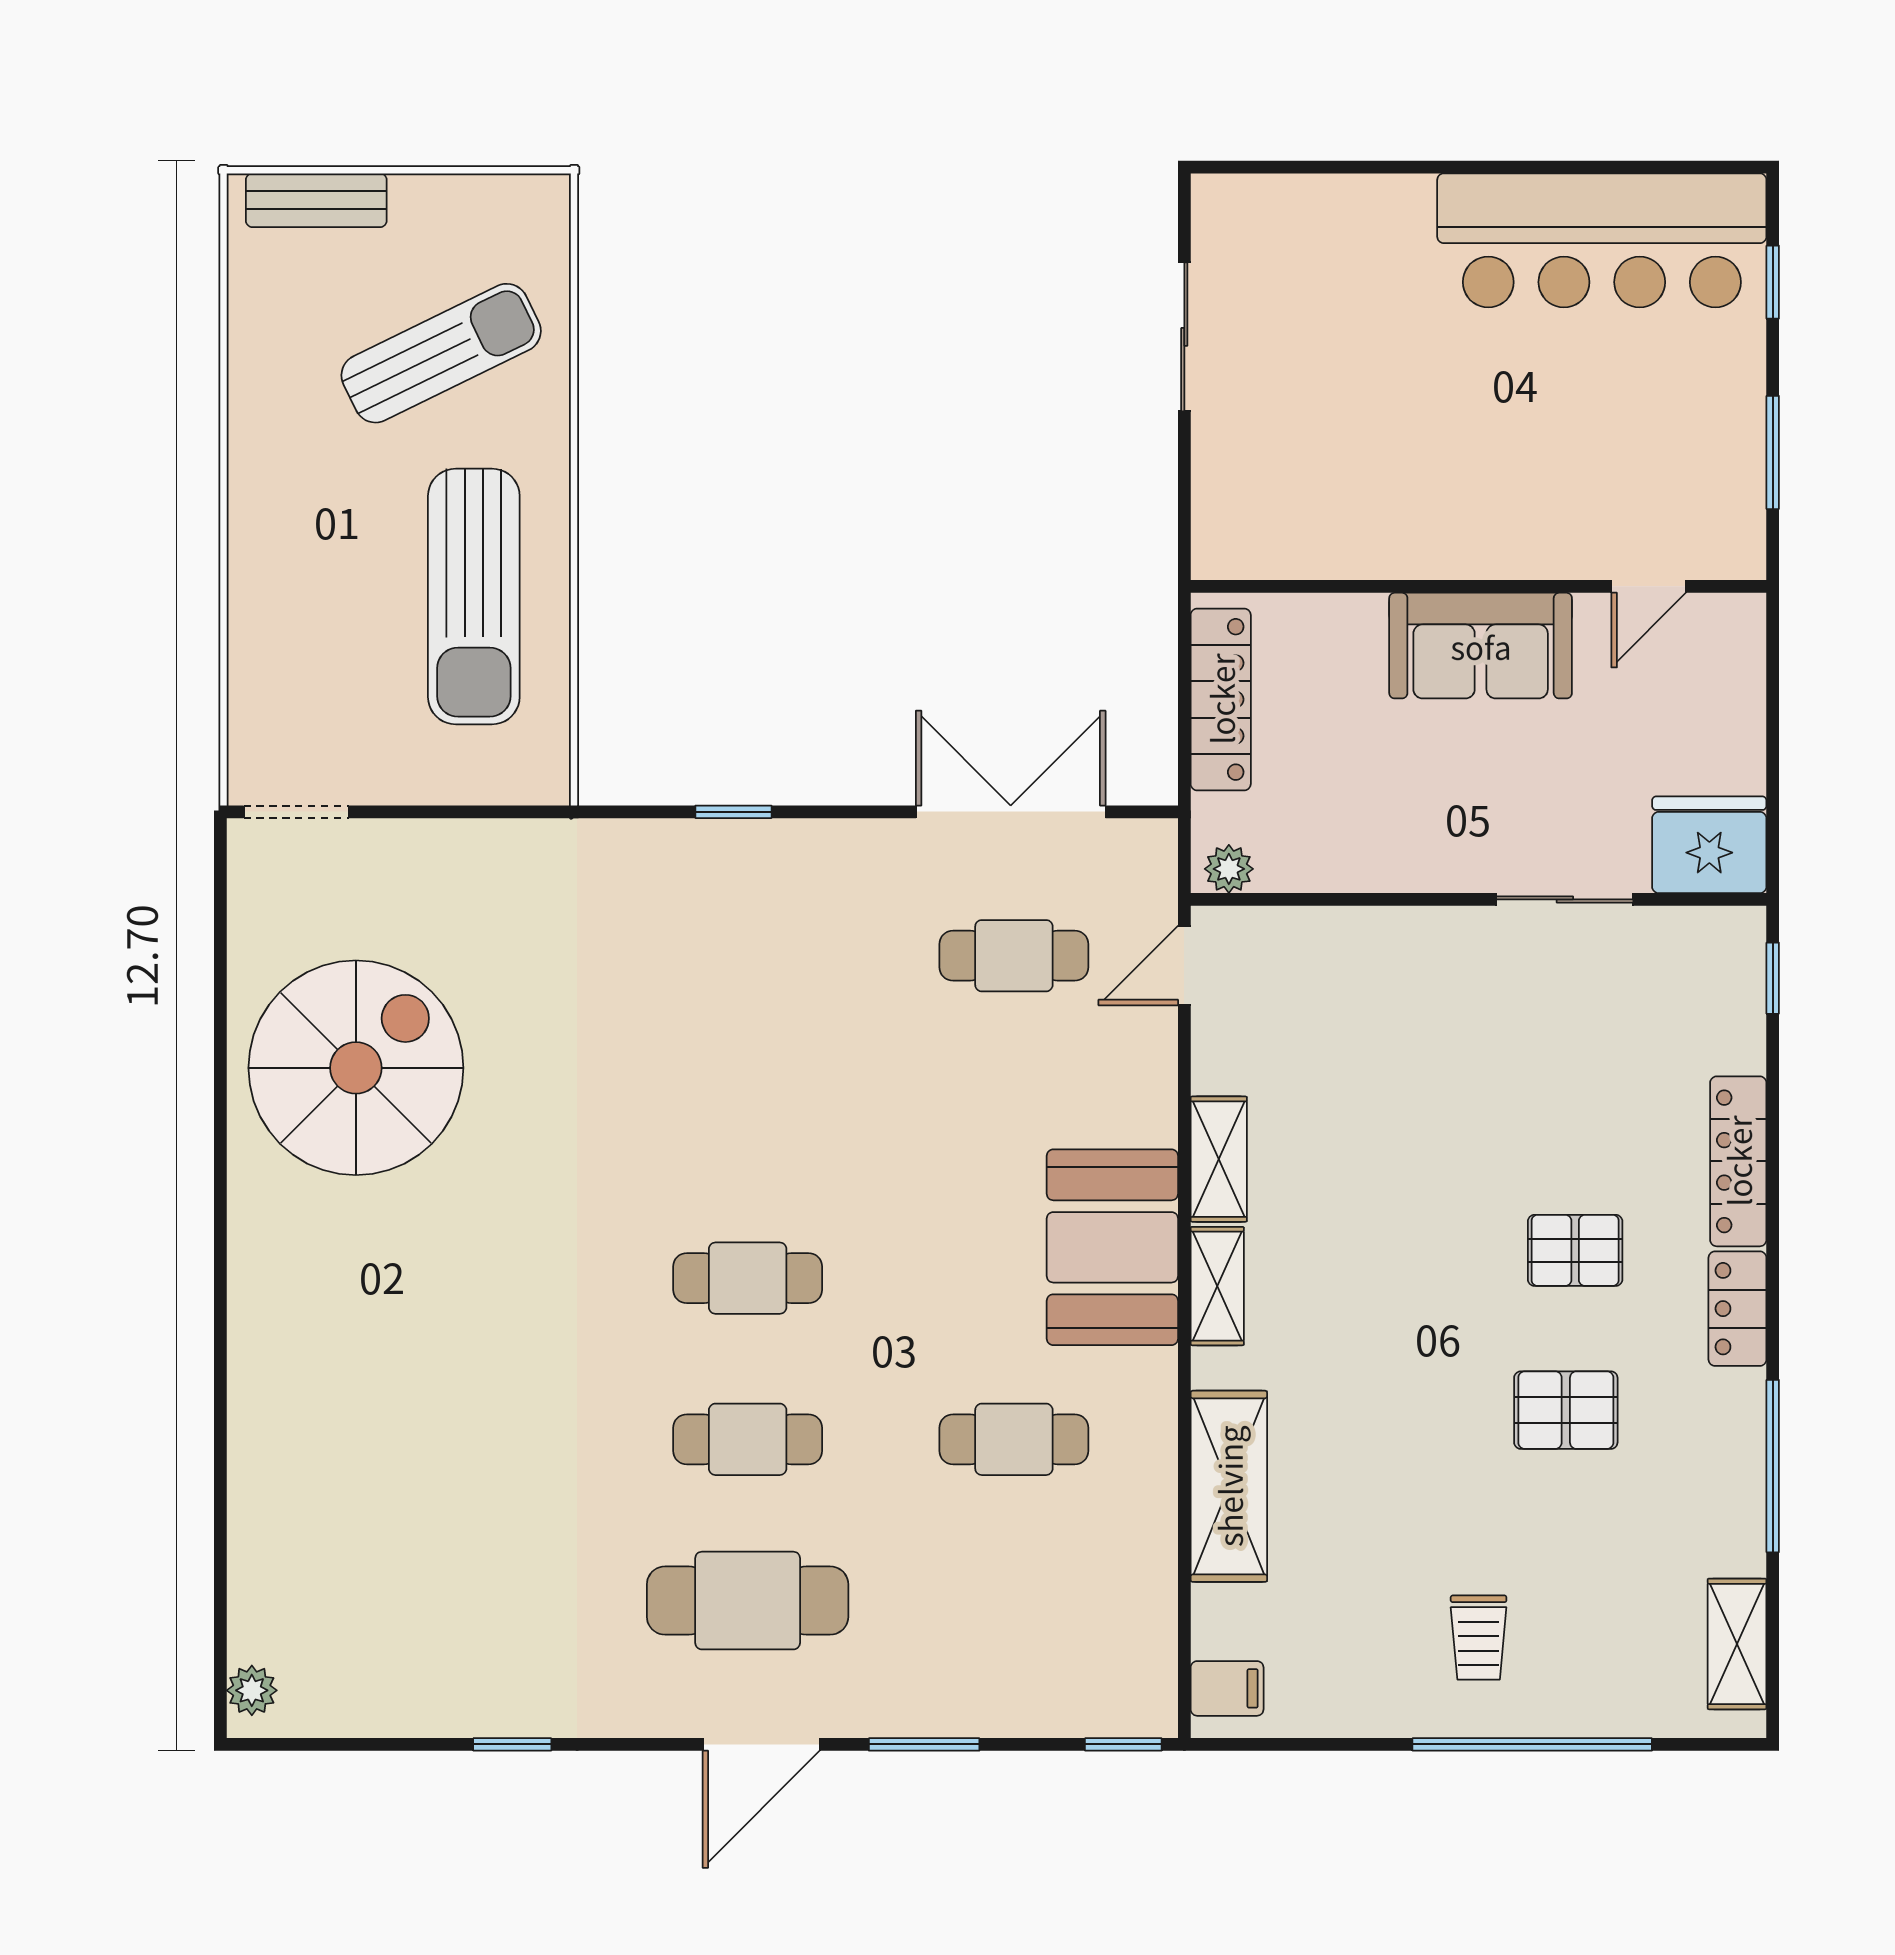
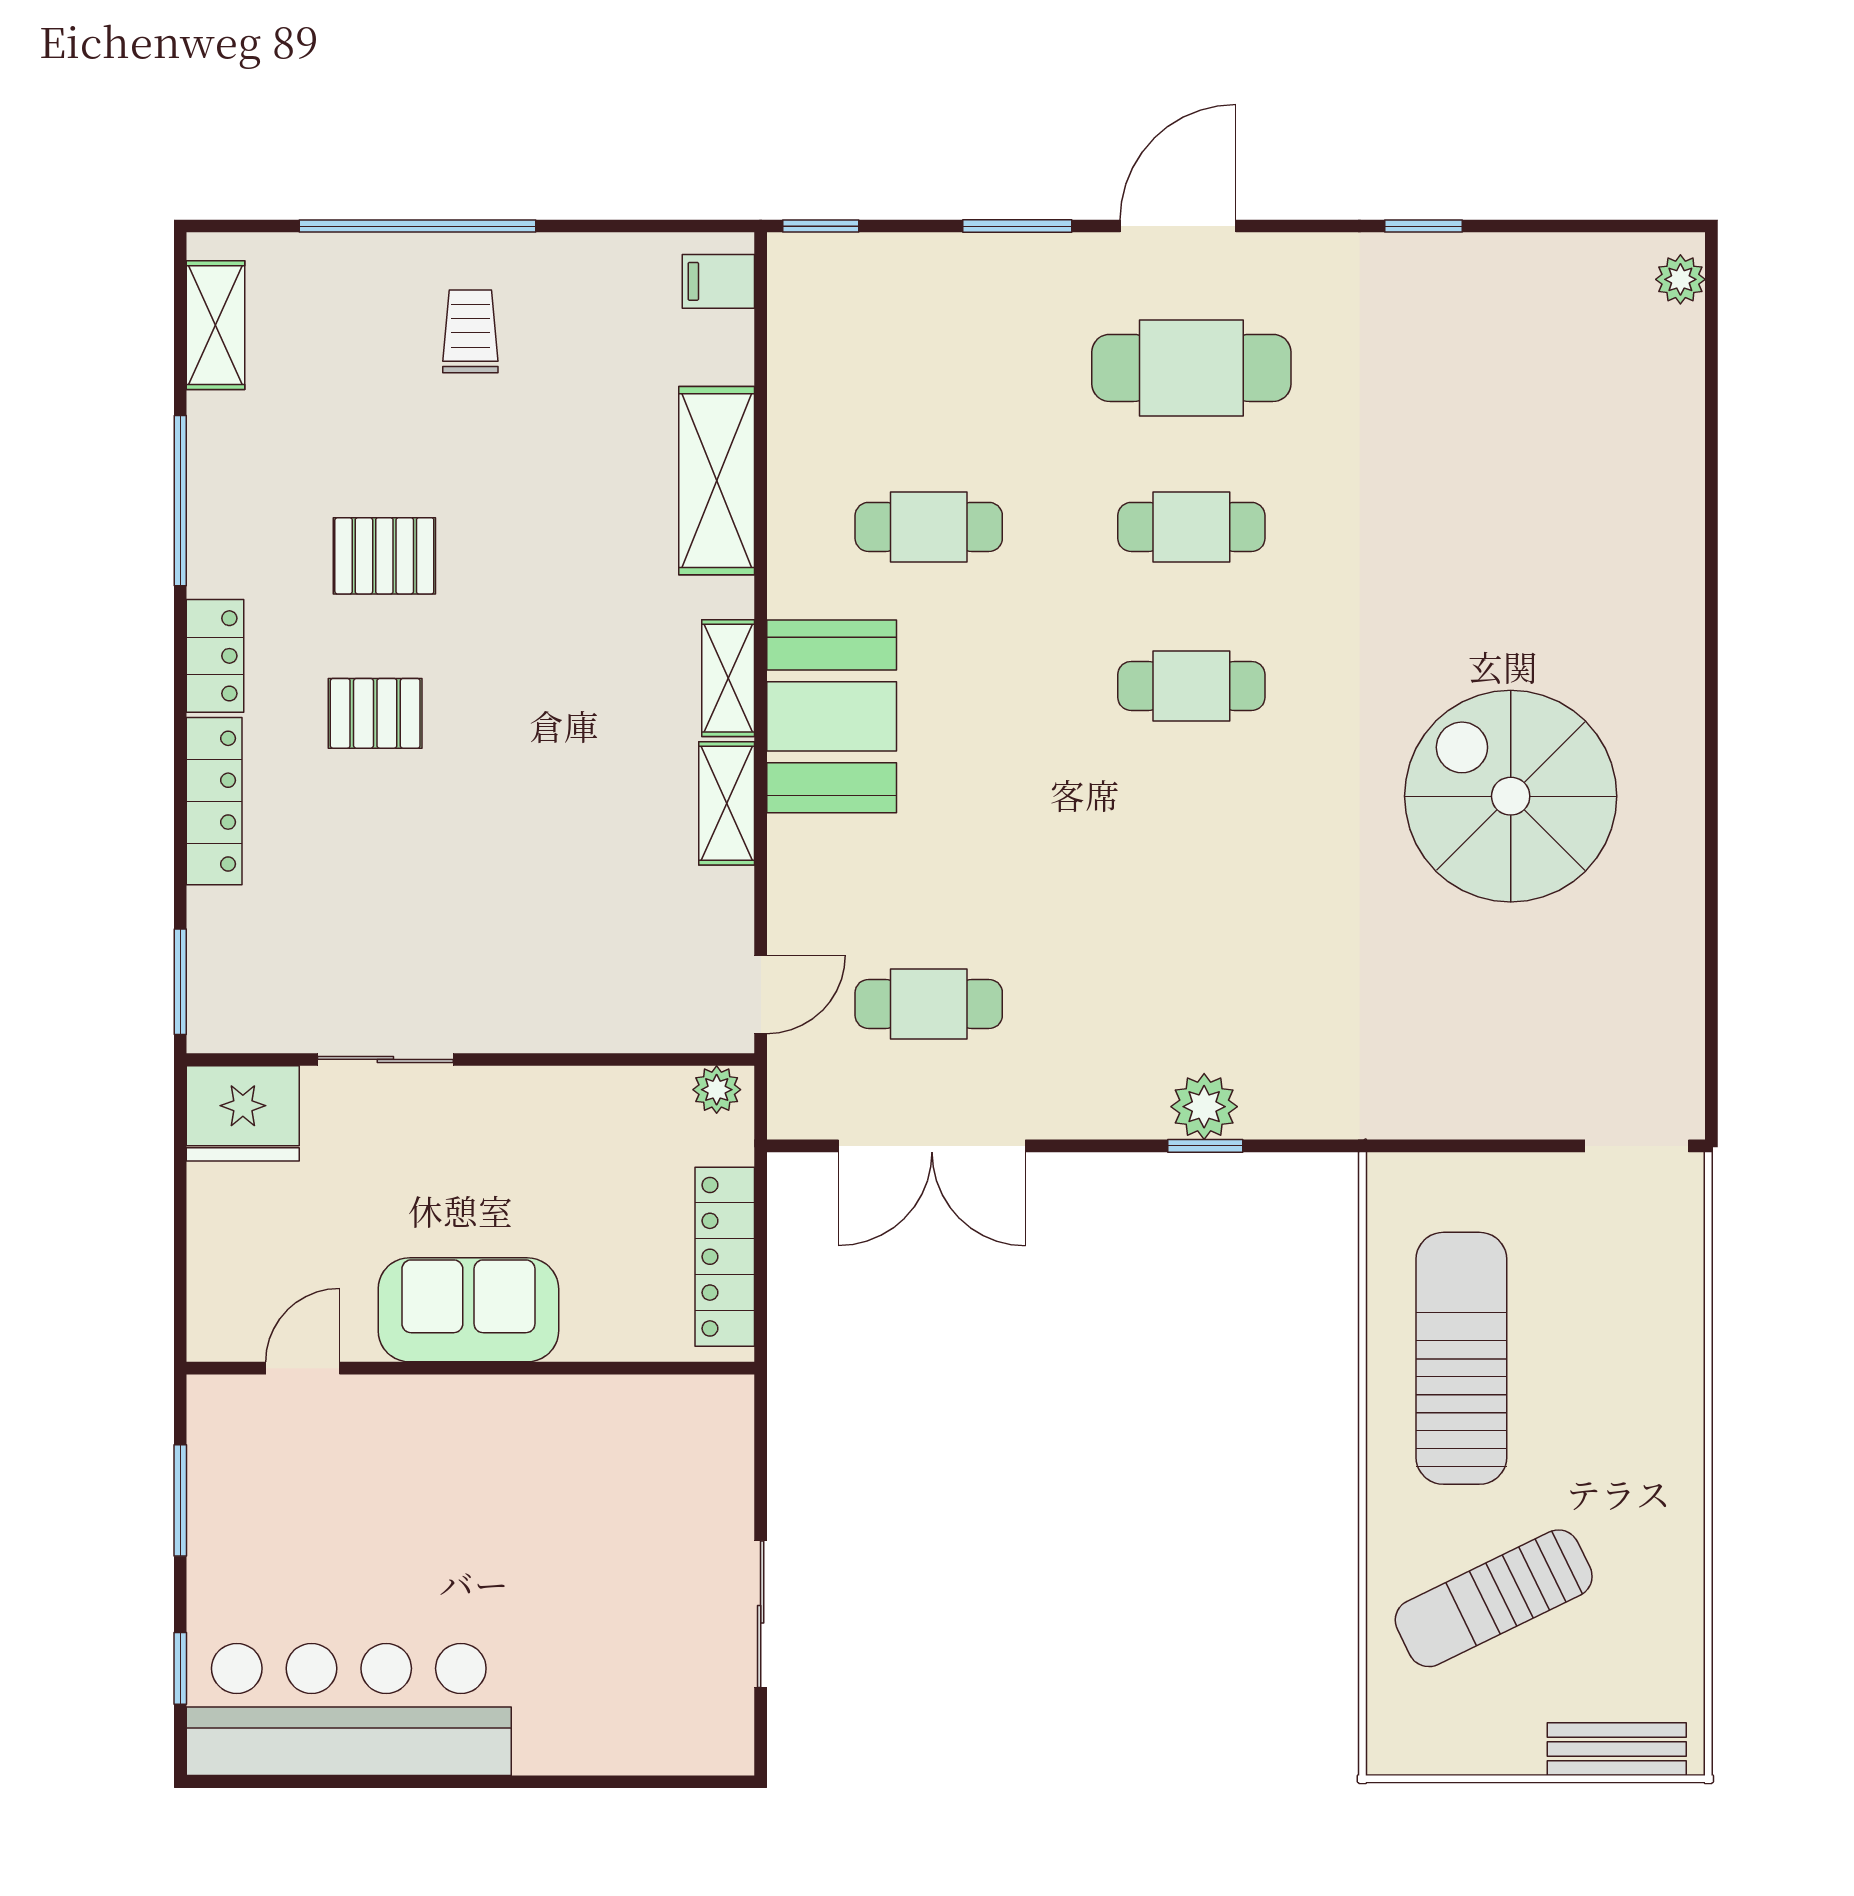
plant: (735, 852) -> (1204, 1107), added
window: (1773, 978) -> (180, 982), width x1.50
spiral stairs: (356, 1068) -> (1511, 796), moved, turned 90

